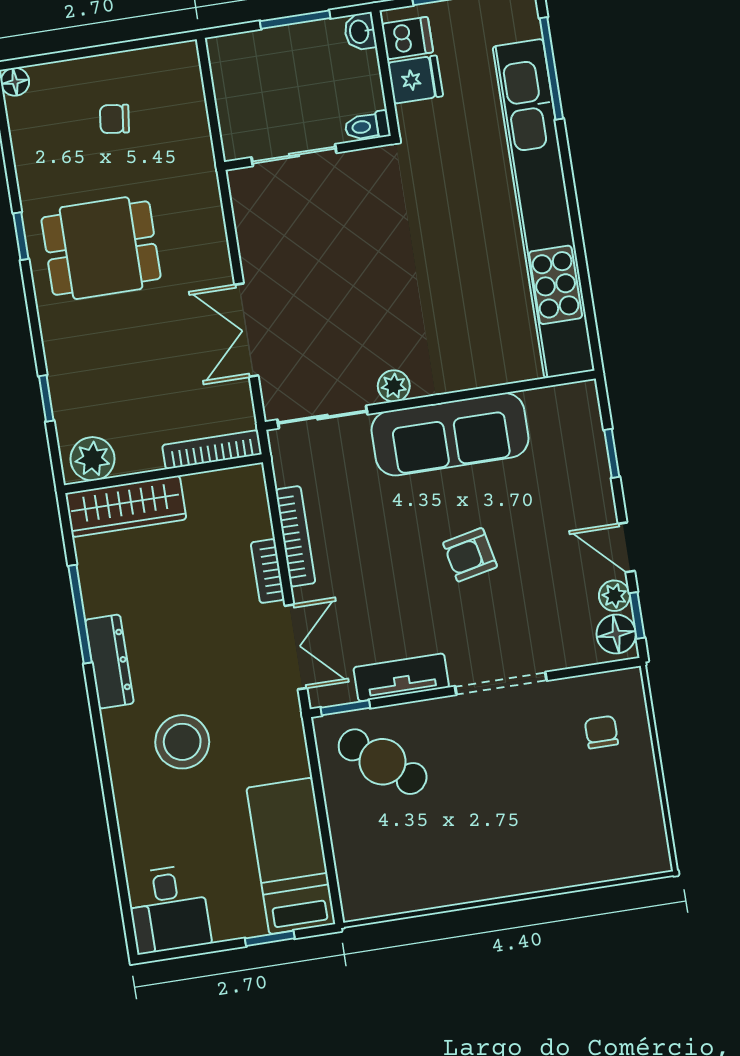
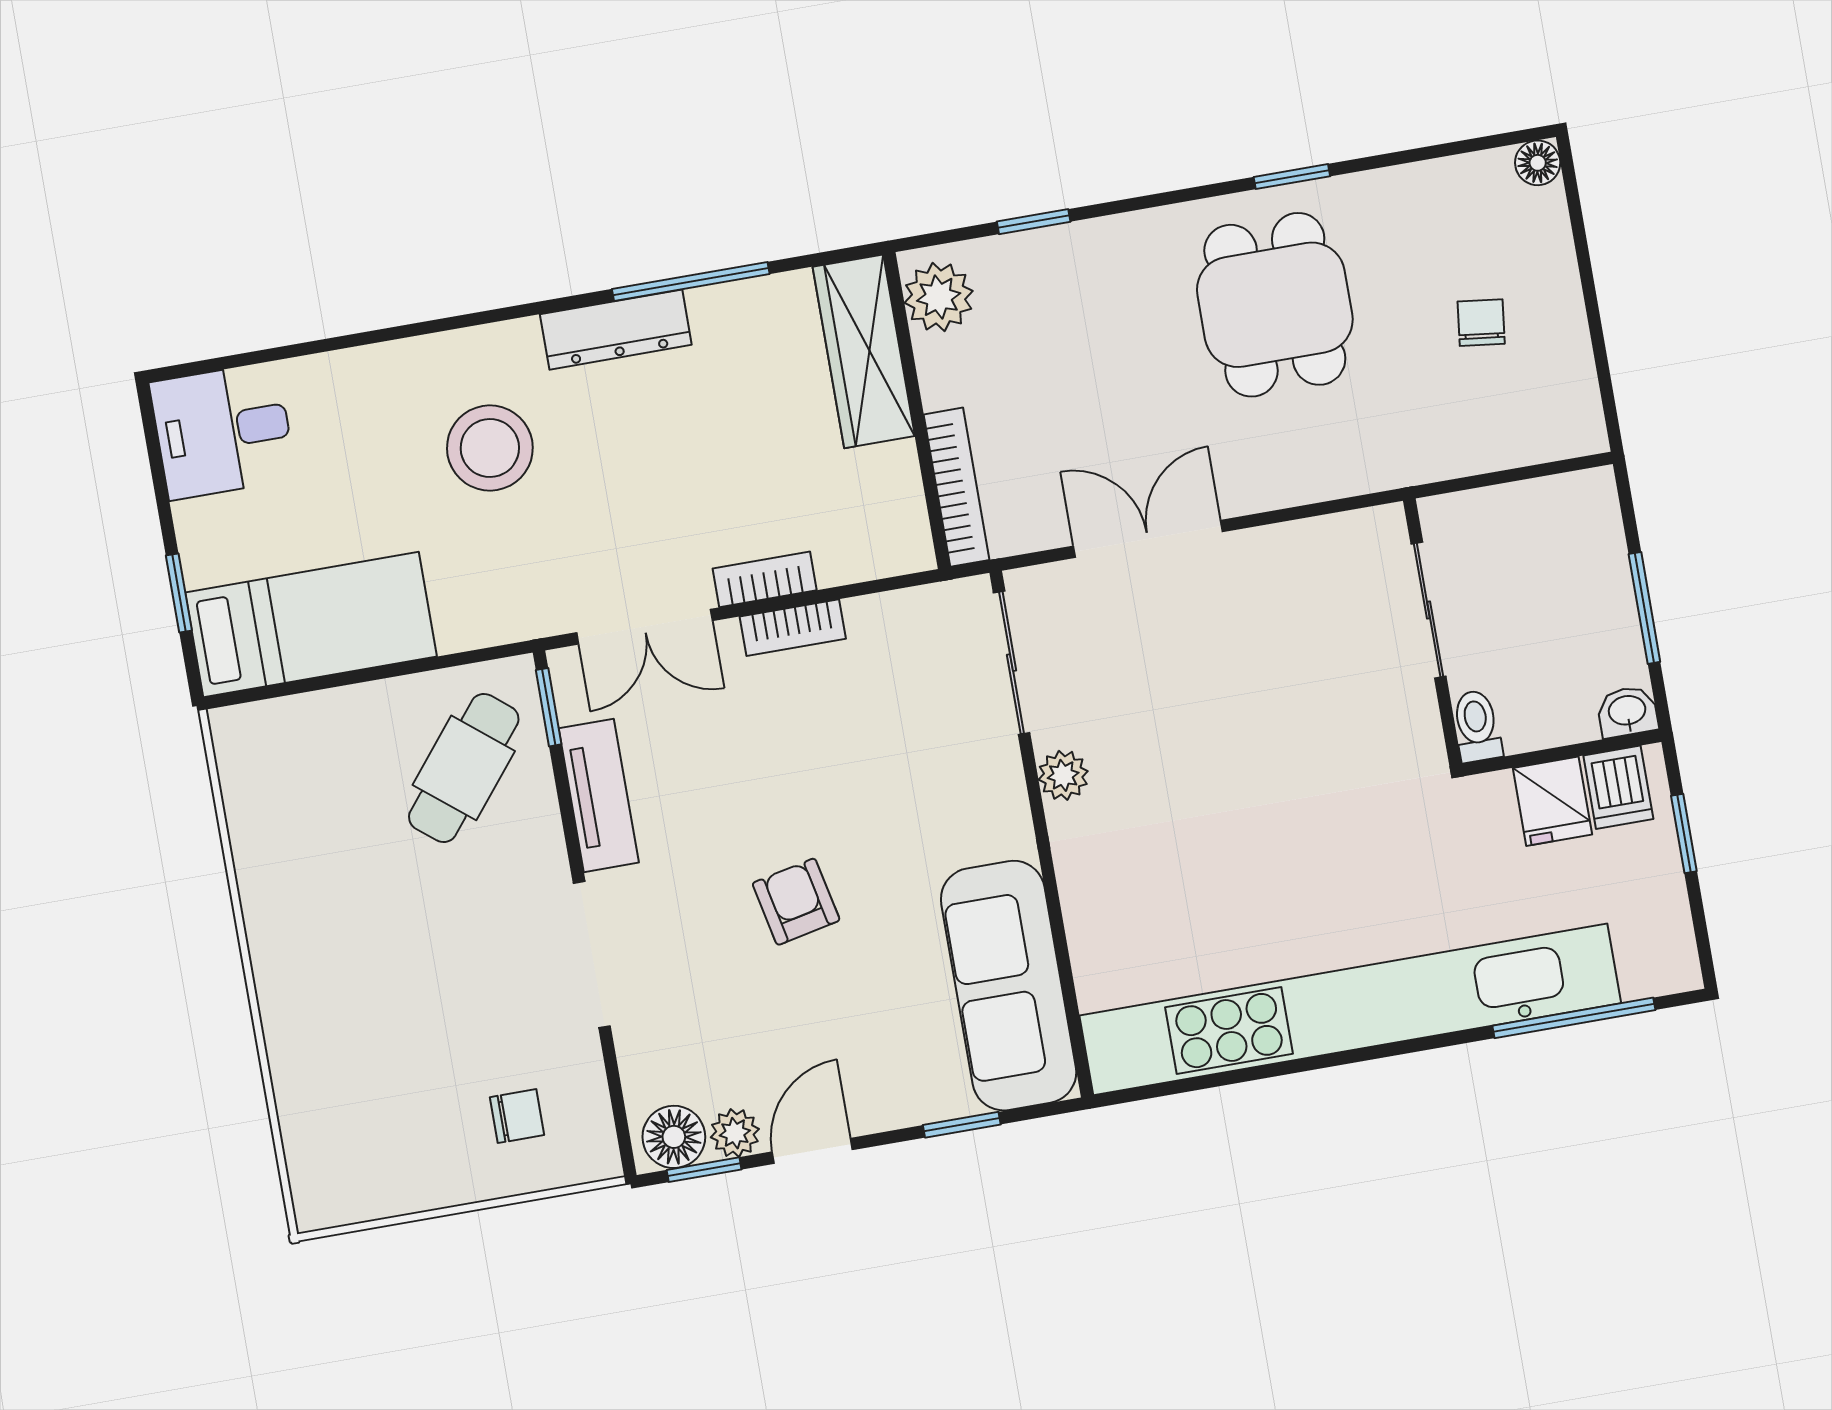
sofa: (450, 434) -> (1009, 986), moved
bookcase: (295, 536) -> (793, 628), width x0.64

